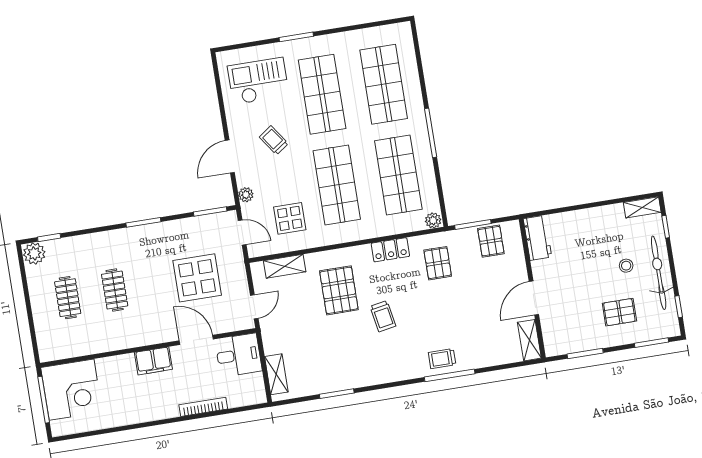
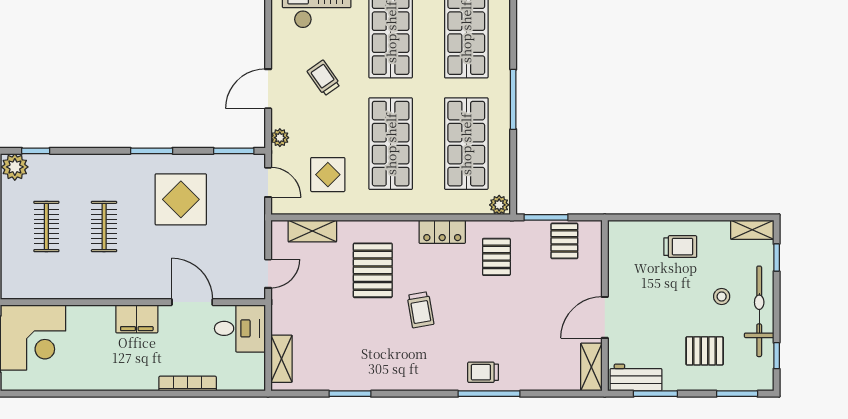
trolley: (586, 231) -> (680, 247), added
workbench: (538, 238) -> (636, 378), moved, turned -90
display table: (197, 278) -> (181, 199), moved

